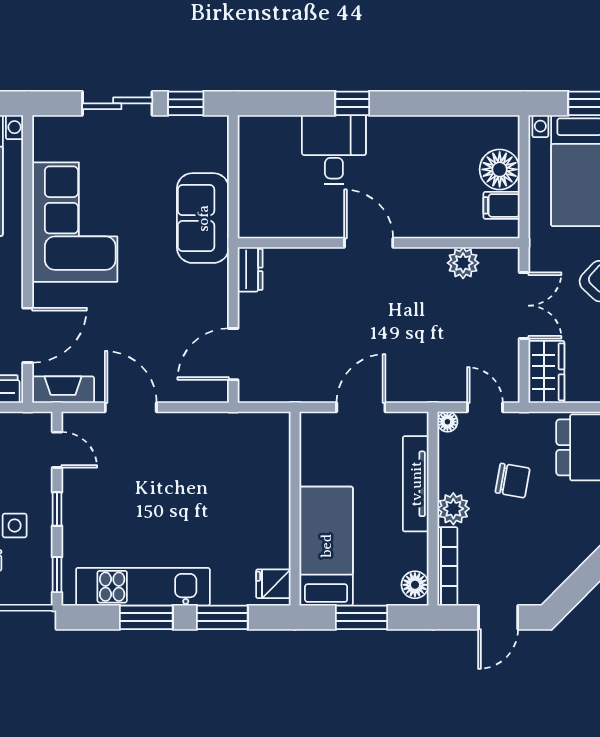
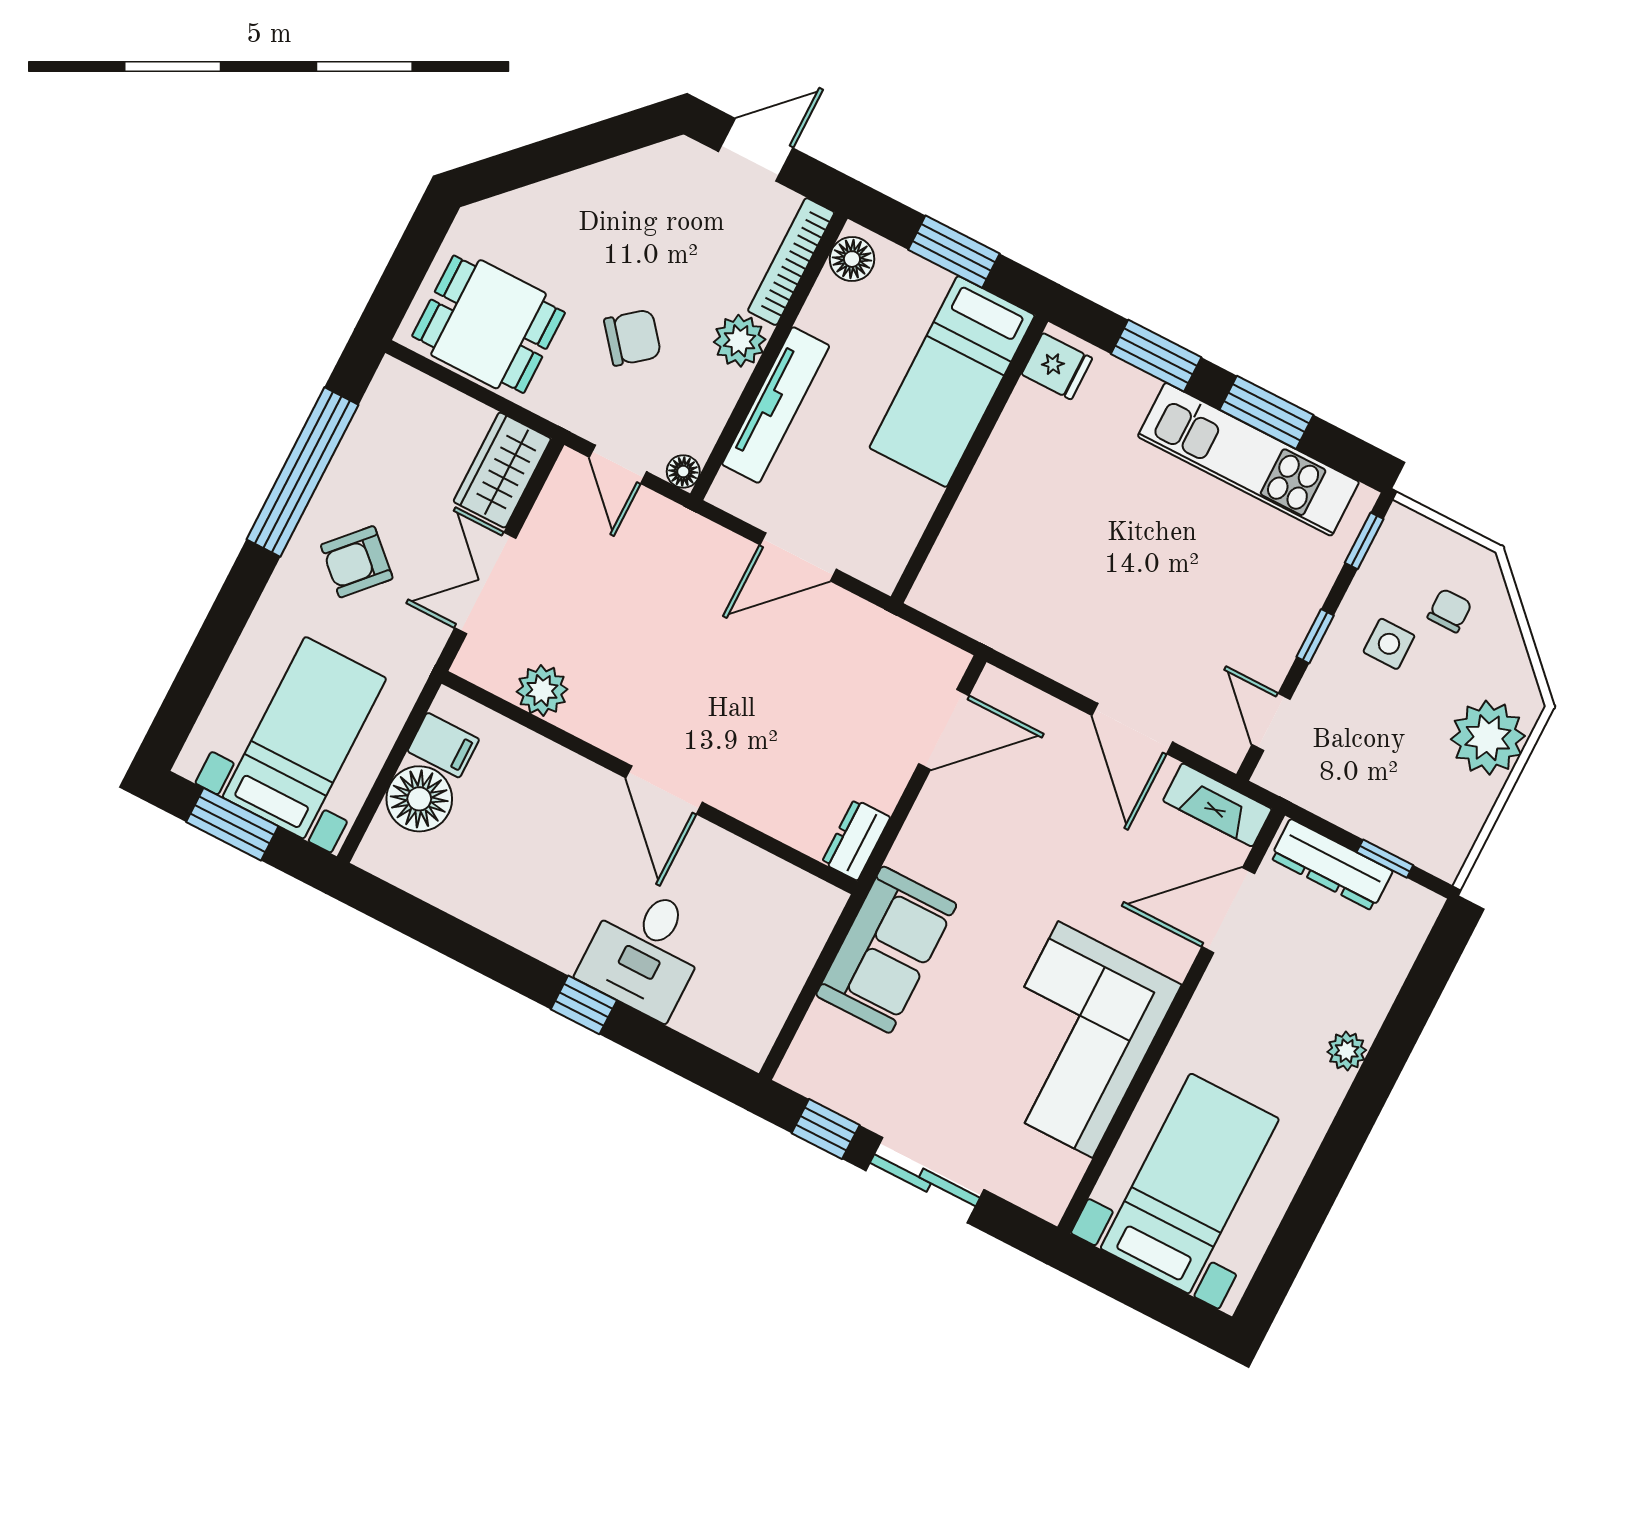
chair: (513, 481) -> (633, 338), turned 131

